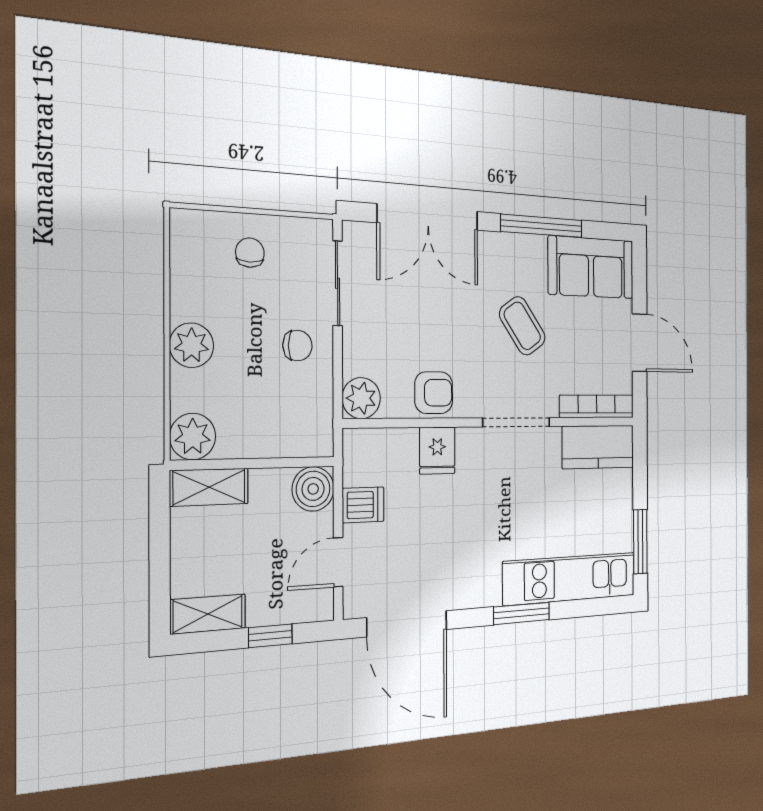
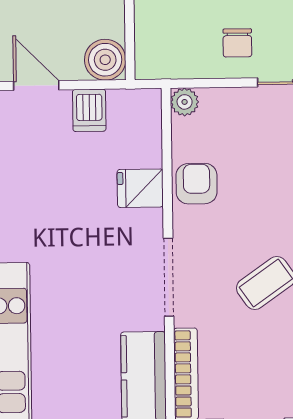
armchair: (434, 393) -> (197, 184), turned 180
plant: (361, 398) -> (185, 102), width x0.73, depth x0.73

